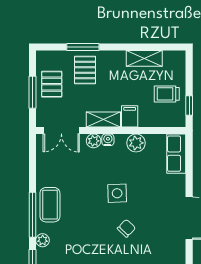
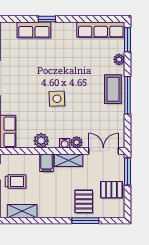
shelving: (144, 58) -> (22, 211), moved
pallet: (52, 84) -> (111, 190), turned 90
window: (33, 92) -> (127, 172), moved
window: (33, 215) -> (127, 95), moved
chair: (126, 228) -> (49, 70), removed

